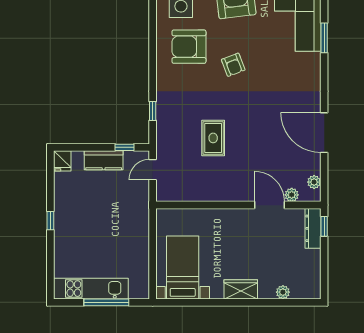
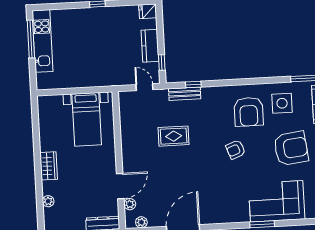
armchair: (189, 47) -> (249, 112), turned 180
bench: (163, 122) -> (185, 94), added
bed with nightstands: (183, 267) -> (87, 119), moved, turned 90
window: (106, 302) -> (31, 39), moved

